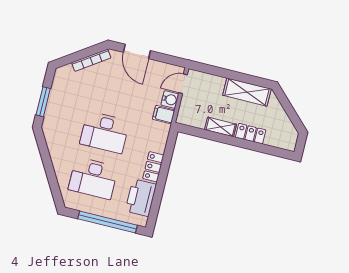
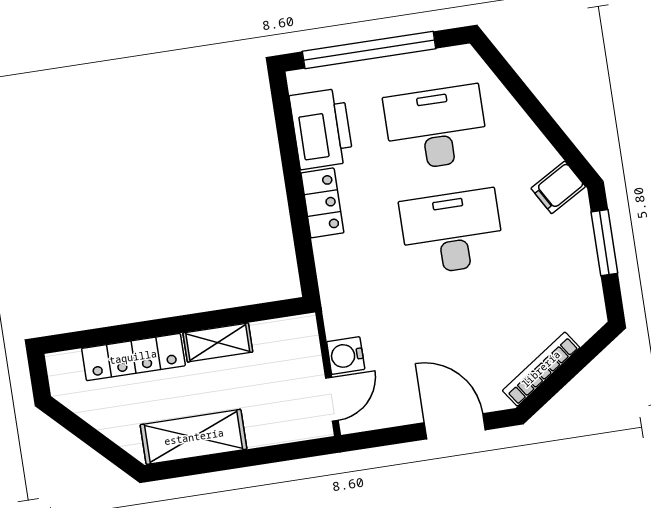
filing cabinet: (164, 115) -> (558, 187), moved, turned 150
locker: (251, 134) -> (133, 357), width x1.53

